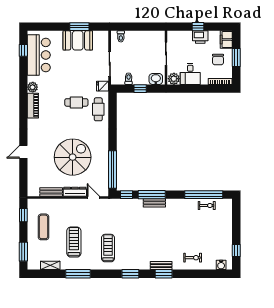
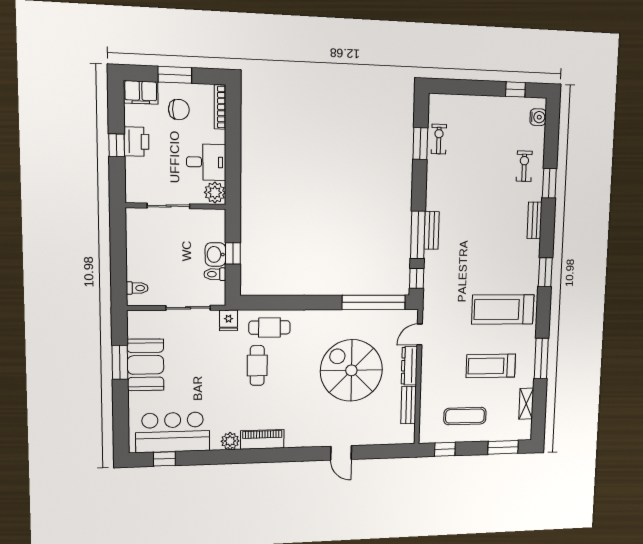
washbasin: (156, 79) -> (215, 254), moved
window: (204, 195) -> (420, 144), width x0.47
treadmill: (108, 248) -> (503, 310), width x1.37, depth x1.38
window: (164, 274) -> (549, 183), moved

